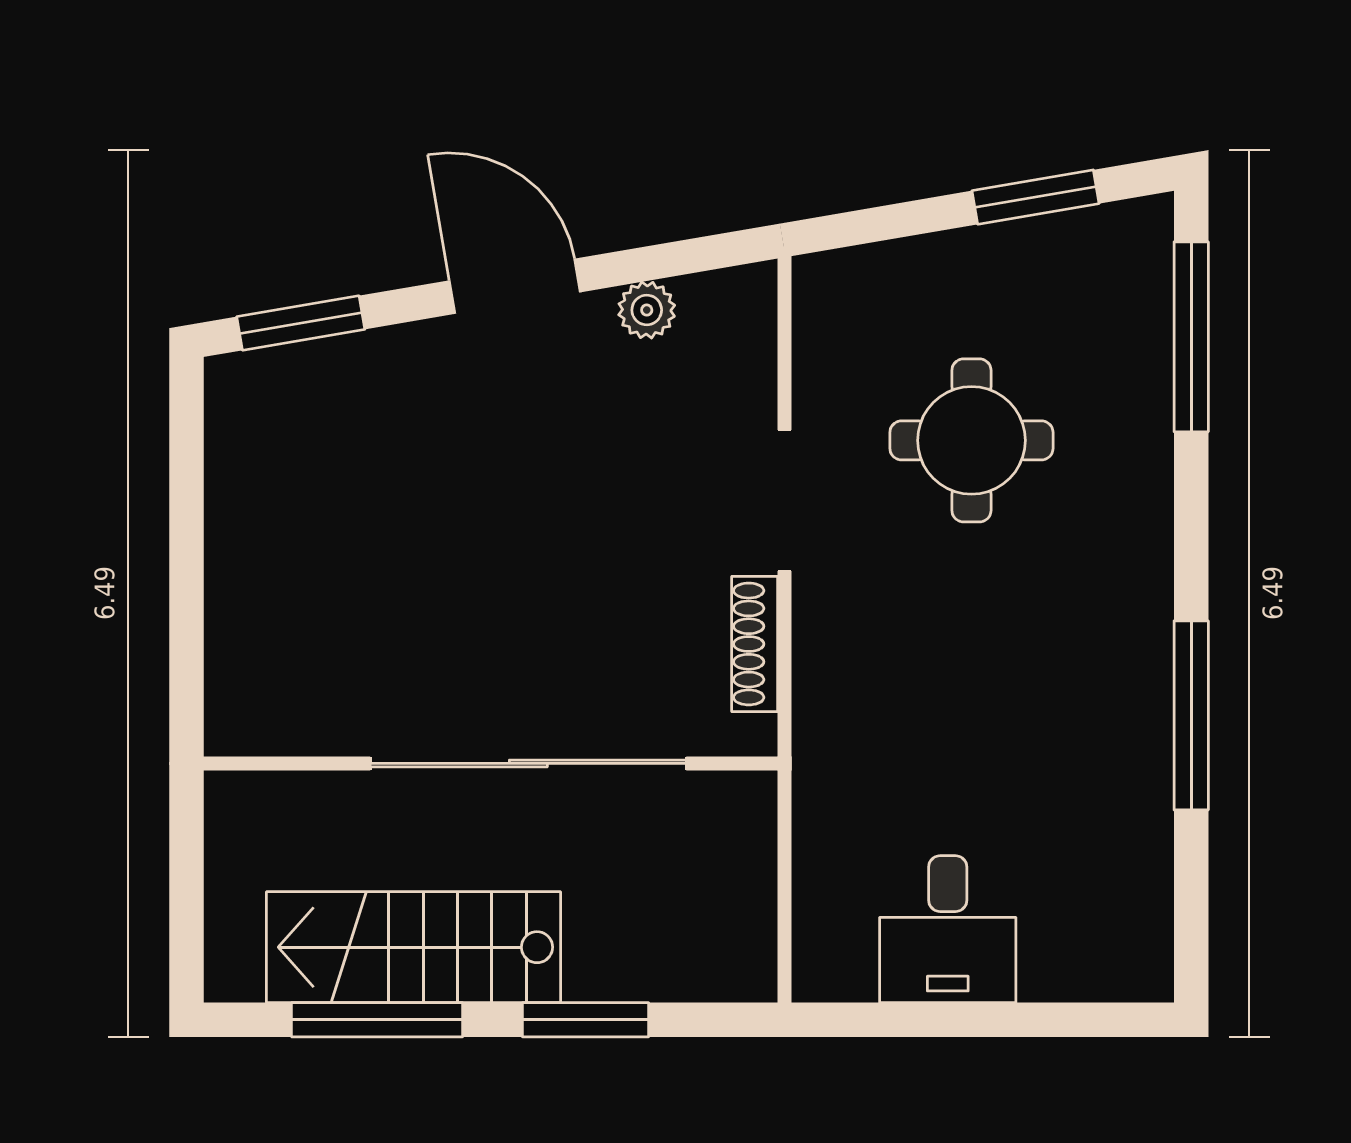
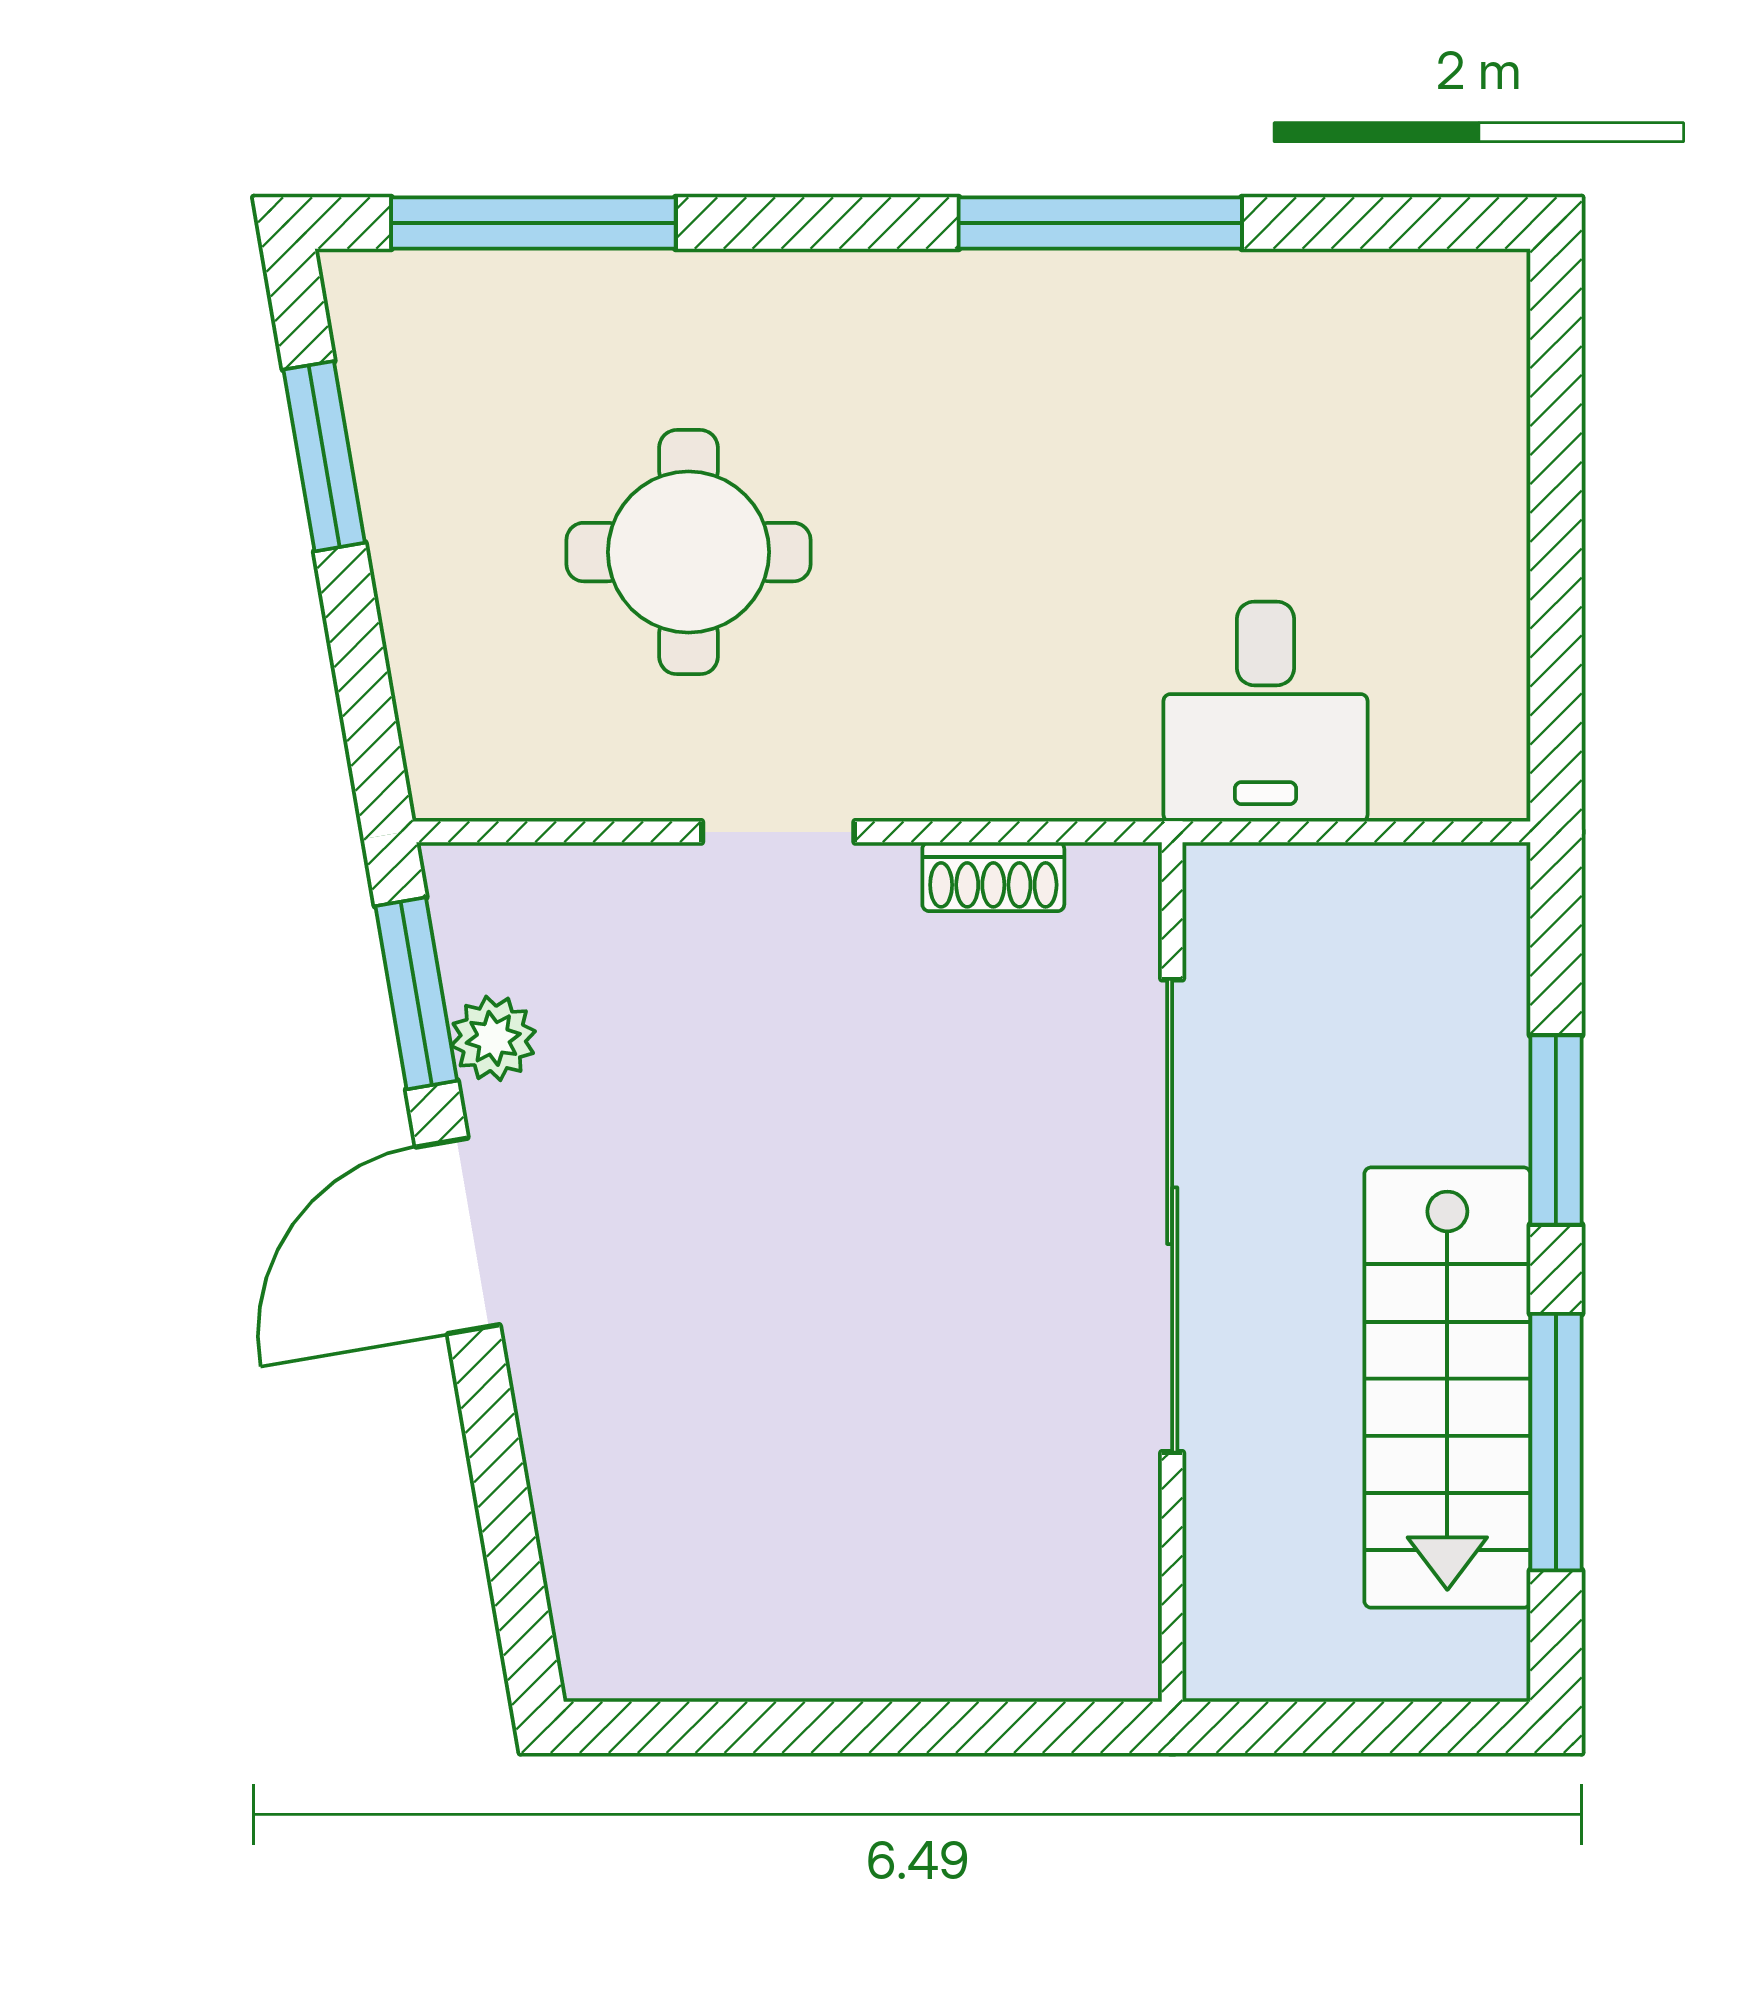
window: (301, 323) -> (416, 993), moved
doorway: (785, 500) -> (778, 832), width x0.73
shoe rack: (755, 644) -> (993, 877), width x0.70
desk: (948, 929) -> (1266, 712), moved, turned 90

